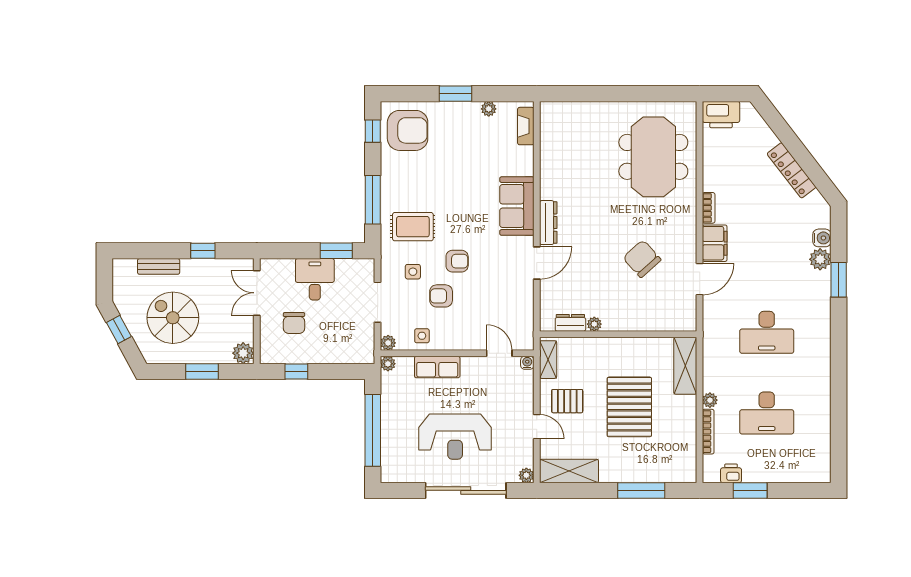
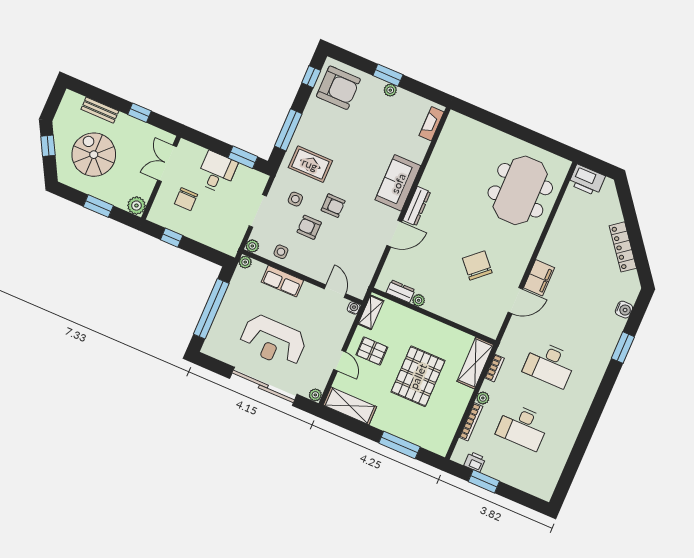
plant: (489, 109) -> (390, 90), moved
bookcase: (709, 208) -> (495, 368), moved
plant: (820, 259) -> (615, 325), removed

